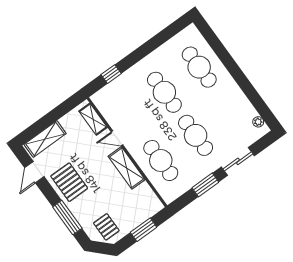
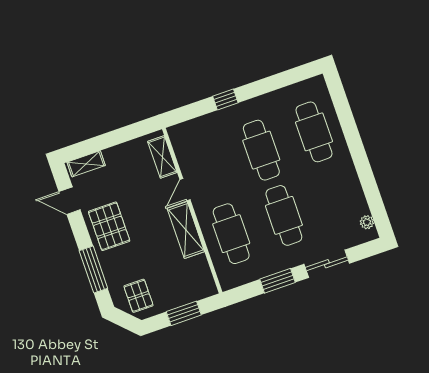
window: (111, 74) -> (225, 99), moved
door: (117, 138) -> (185, 190), hinge flipped
shelving: (45, 139) -> (86, 164), width x0.67, depth x0.75
door: (34, 172) -> (70, 201), hinge flipped

